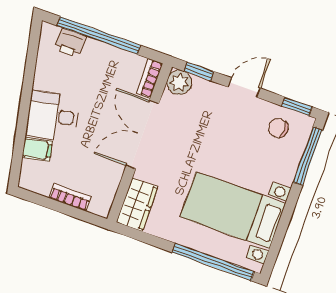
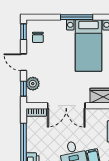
plant: (179, 82) -> (33, 84), moved
window: (308, 156) -> (77, 17), moved

